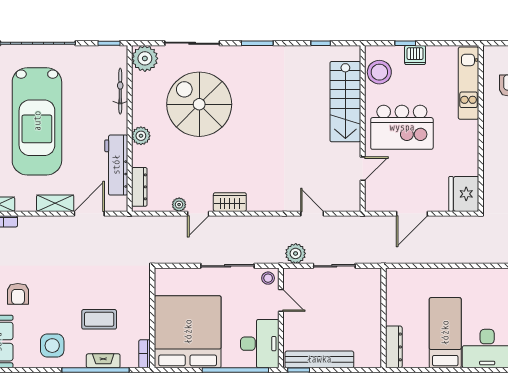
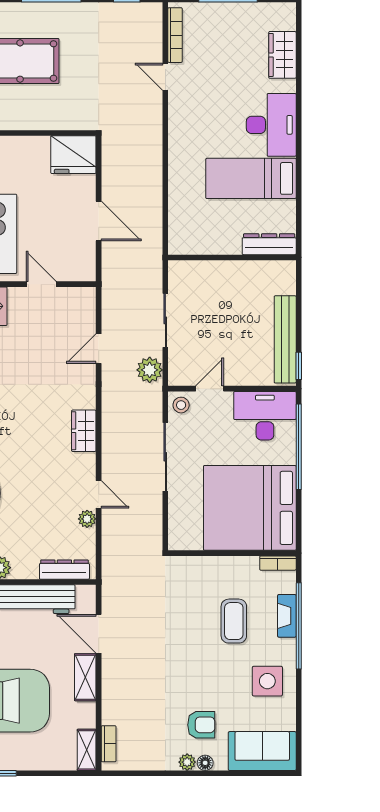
wardrobe: (230, 202) -> (84, 431), moved

